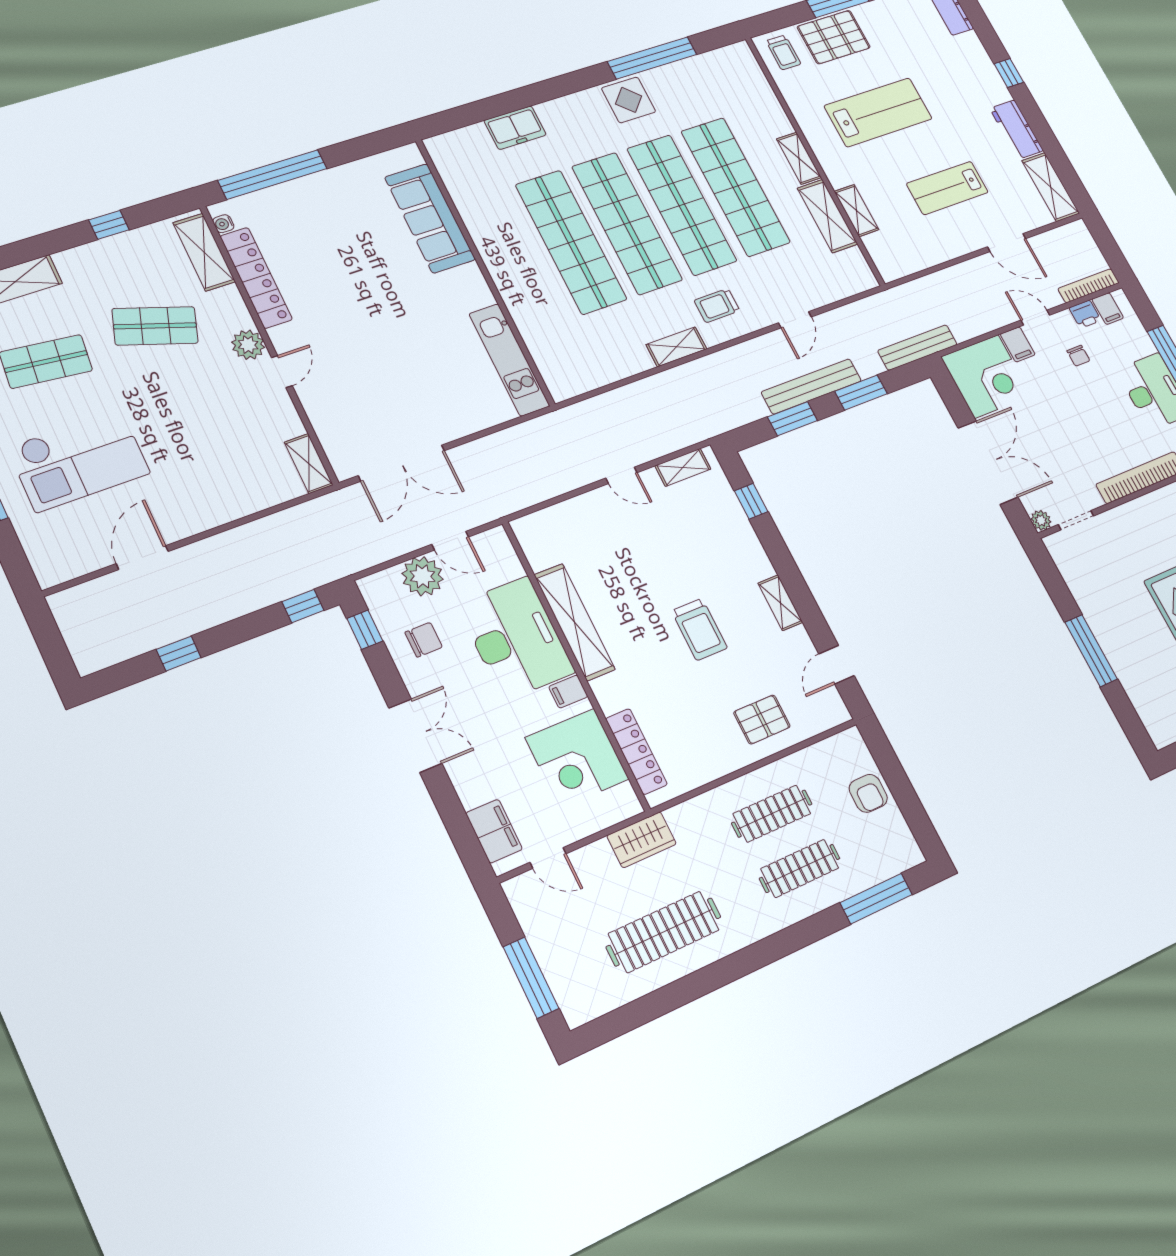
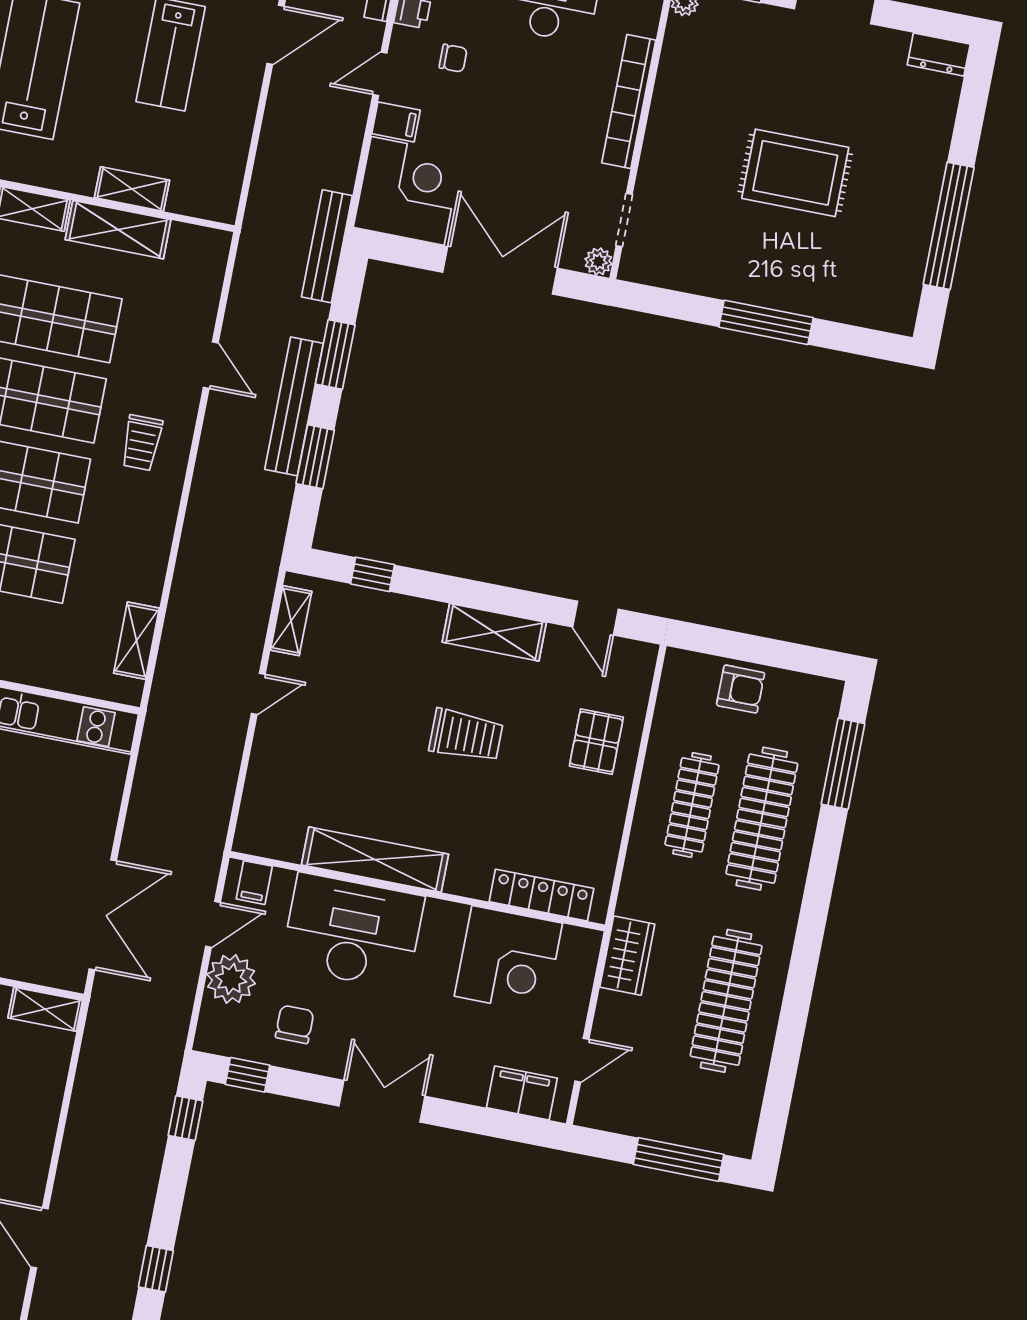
shelving: (676, 347) -> (136, 641), moved
shelving: (780, 603) -> (494, 632), width x1.50, depth x1.33
filing cabinet: (568, 692) -> (254, 883), moved
clothes rail: (800, 868) -> (762, 819), width x1.37, depth x1.31

